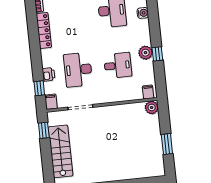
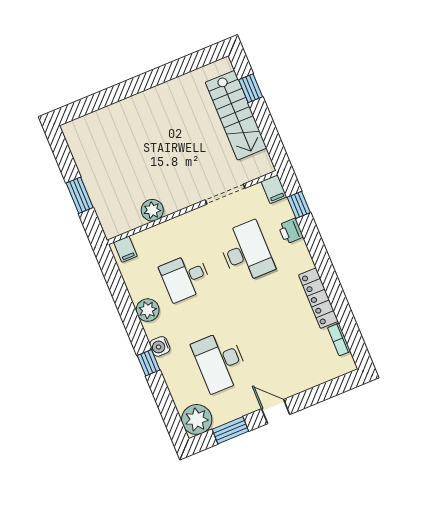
water cooler: (143, 13) -> (160, 346), moved
window: (157, 54) -> (149, 363), moved
plant: (152, 107) -> (152, 210), moved
window: (44, 130) -> (251, 88), moved
window: (167, 144) -> (80, 195), moved

